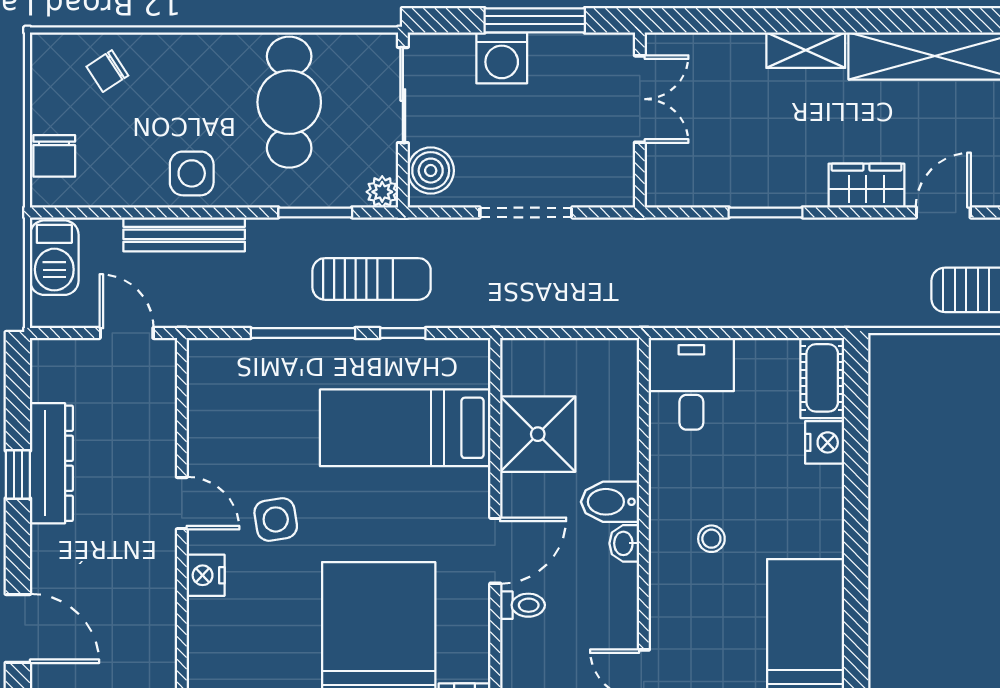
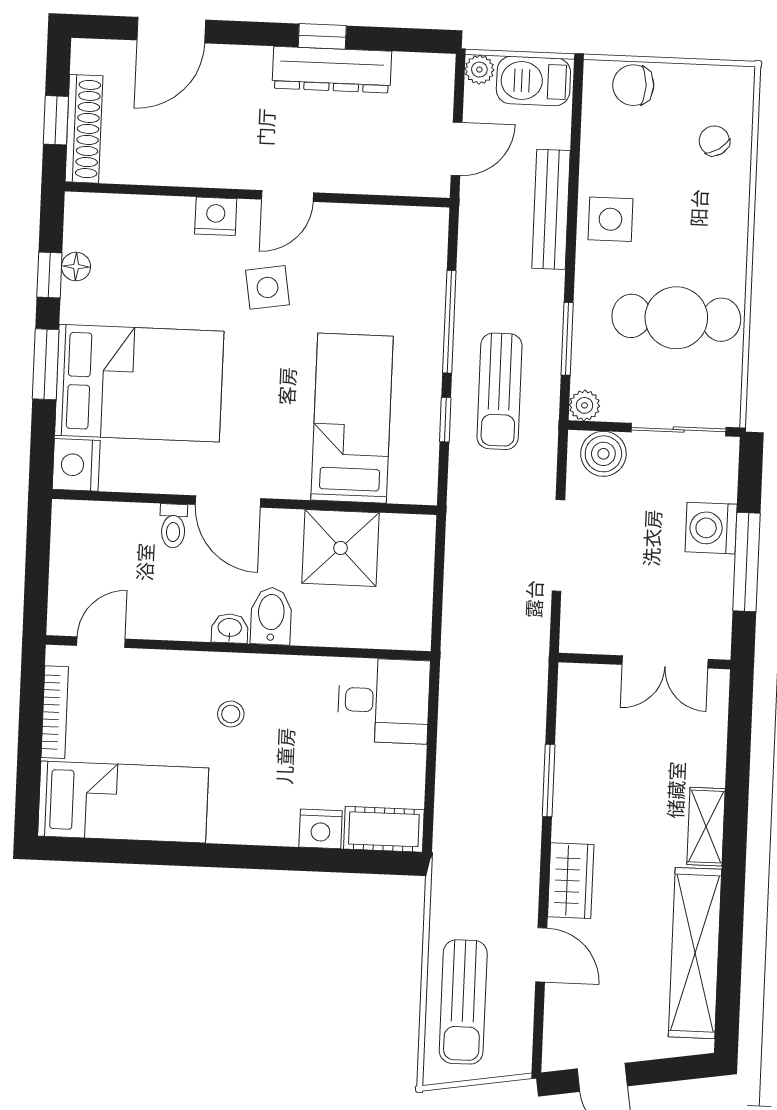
plant: (45, 313) -> (479, 70), added

